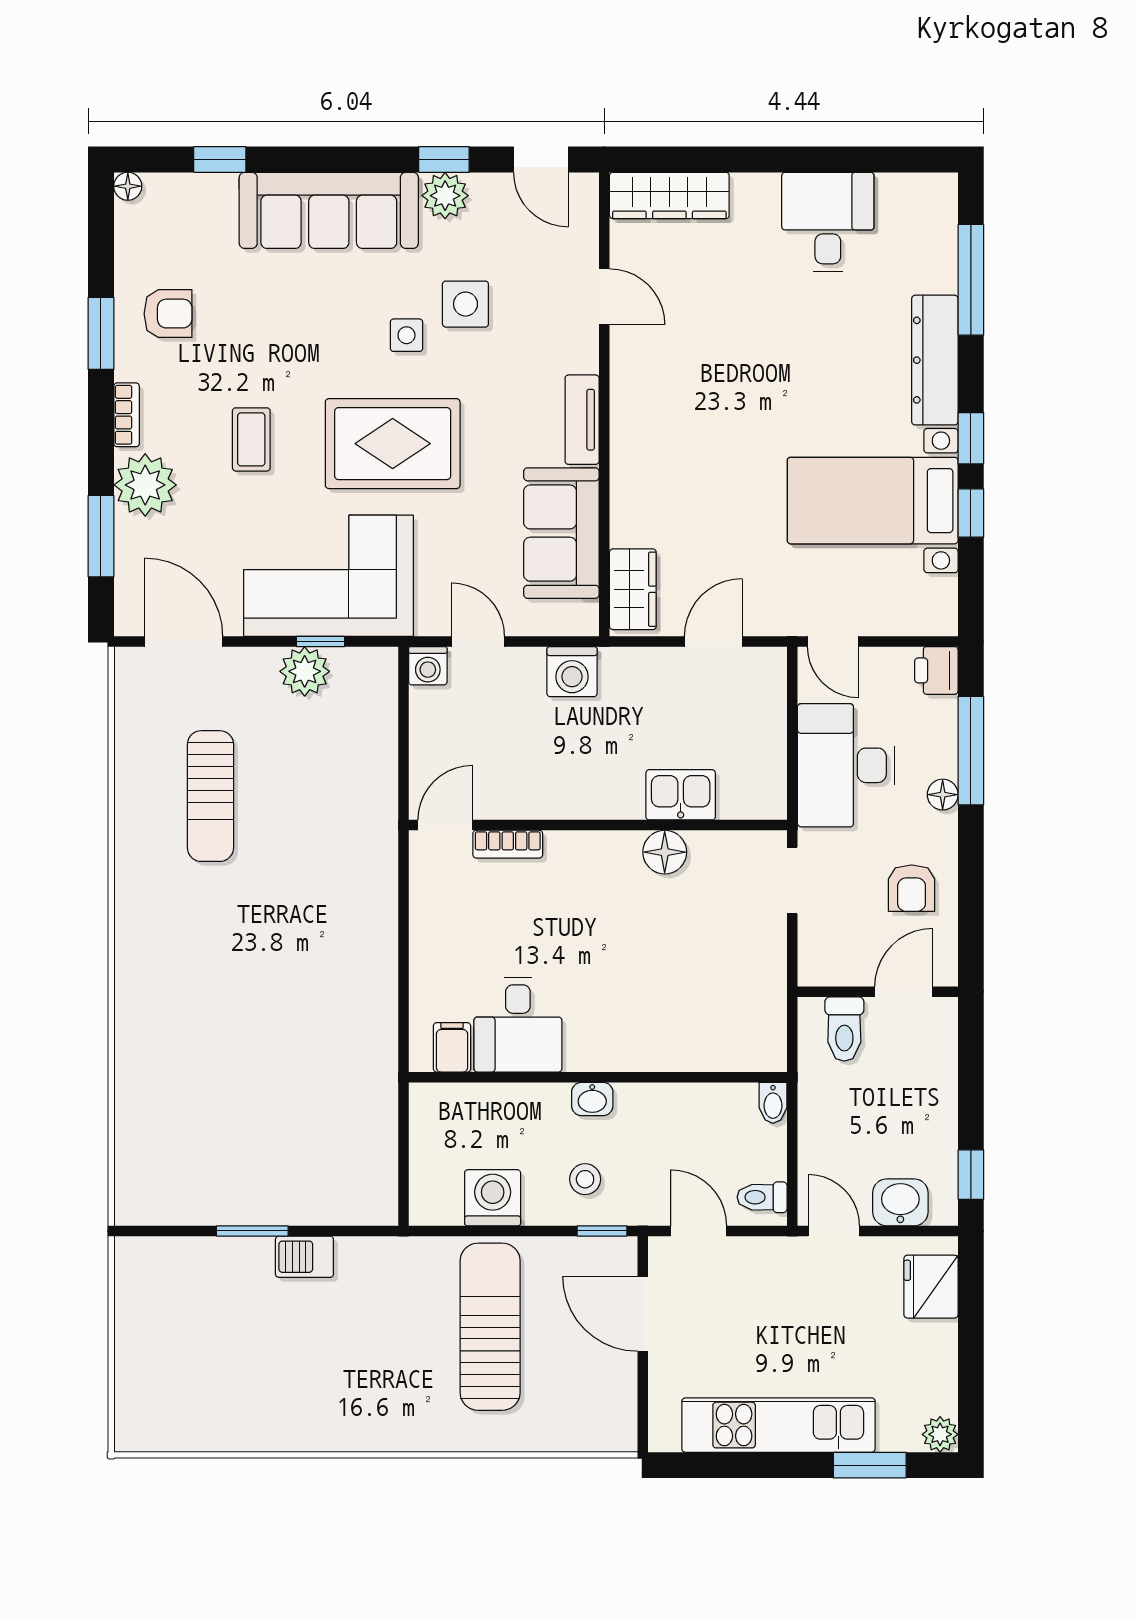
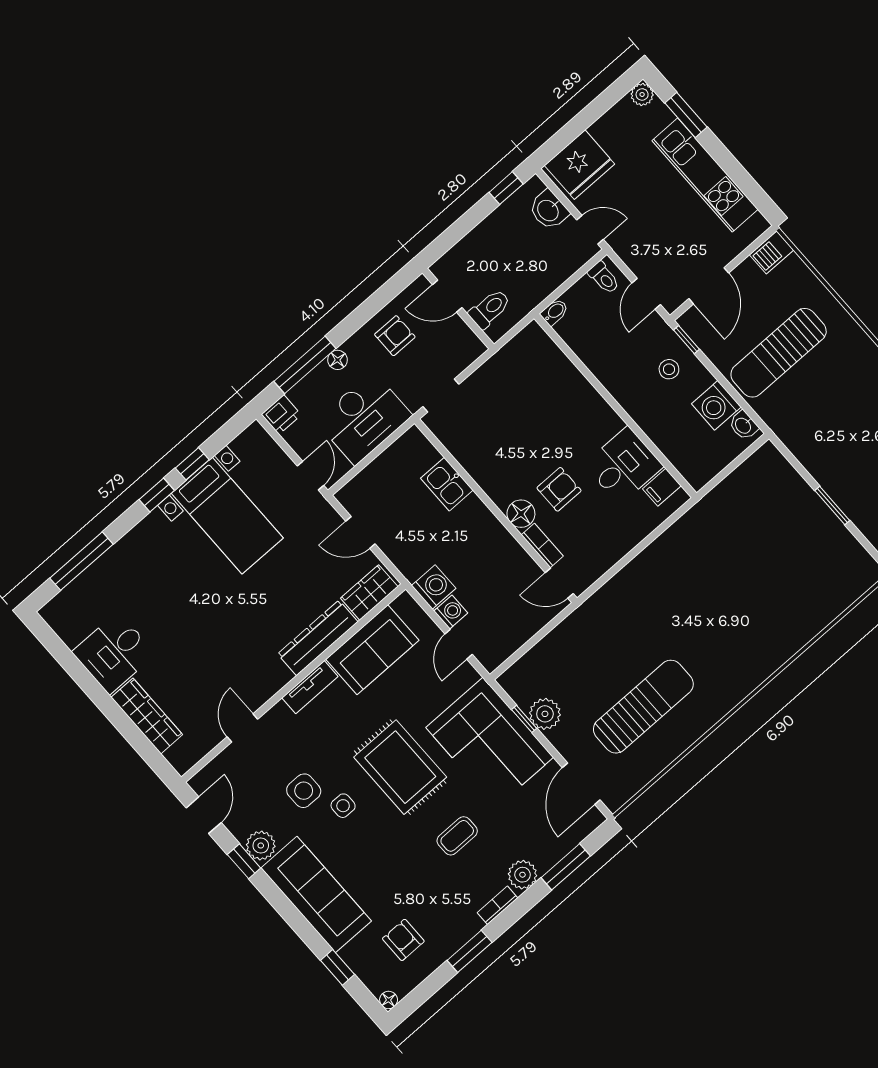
wardrobe: (669, 195) -> (147, 716), moved
armchair: (168, 314) -> (403, 940), moved
dresser: (935, 360) -> (318, 638), moved, turned 180
plant: (145, 485) -> (522, 875), width x0.73, depth x0.73
washing machine: (428, 666) -> (451, 612), moved
sun lounger: (210, 796) -> (643, 707), width x1.36, depth x1.34
floor lamp: (665, 852) -> (521, 514), moved
armchair: (557, 923) -> (559, 489), added
washbasin: (592, 1099) -> (743, 425), moved, turned 180
door: (834, 1231) -> (590, 230), swing flipped
barbecue: (304, 1257) -> (771, 252), moved, turned 90
fridge: (931, 1287) -> (580, 165), width x1.36, depth x1.34

